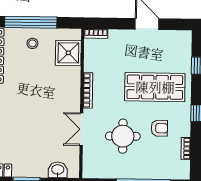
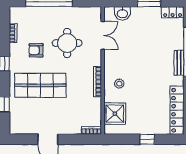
window: (31, 22) -> (147, 139), width x0.32
stool: (32, 43) -> (119, 84), moved
double door: (81, 129) -> (103, 35), moved

